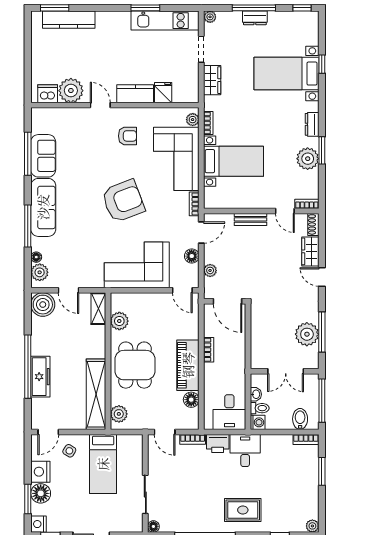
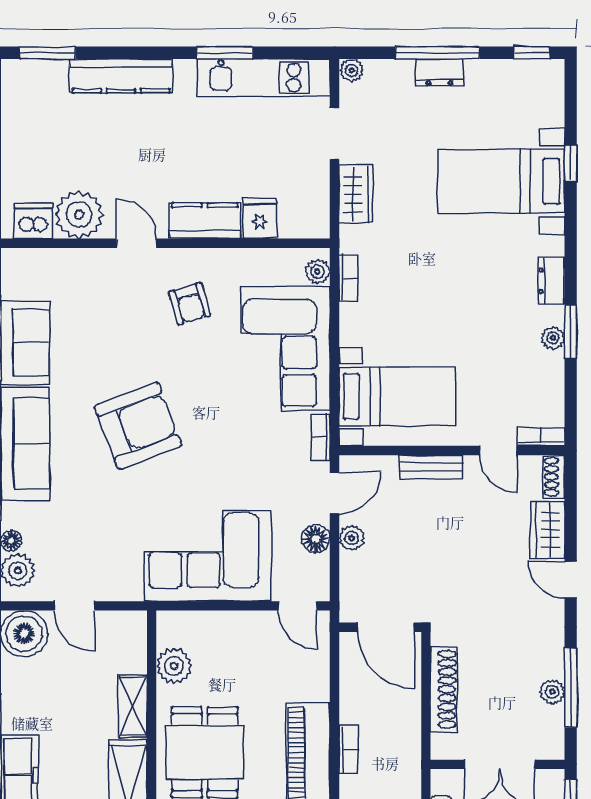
kitchen counter: (69, 20) -> (121, 76), moved
armchair: (127, 136) -> (190, 304), turned 74
plant: (308, 159) -> (553, 338), width x0.53, depth x0.53
bed with nightstands: (233, 161) -> (397, 397), moved
armchair: (123, 201) -> (138, 426), moved
plant: (210, 270) -> (352, 538), moved
shelving: (98, 309) -> (133, 706), moved
shoe rack: (257, 333) -> (444, 689), added
plant: (307, 334) -> (552, 692), width x0.53, depth x0.53
bookcase: (209, 350) -> (349, 750), moved

